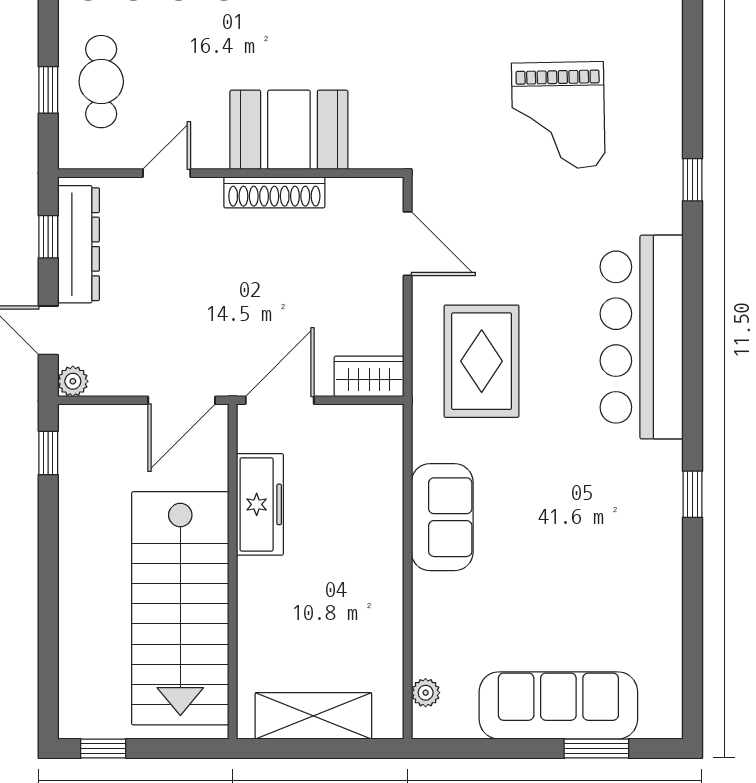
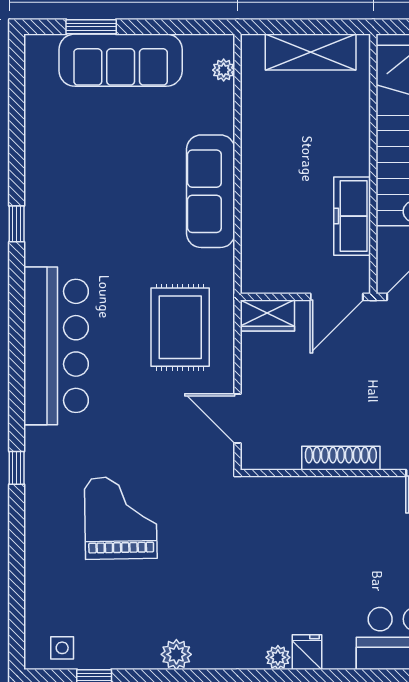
booth: (289, 130) -> (330, 507), removed
sofa: (442, 517) -> (211, 191), width x1.36

